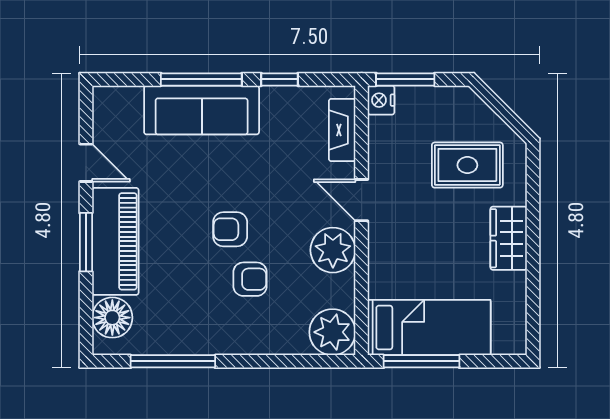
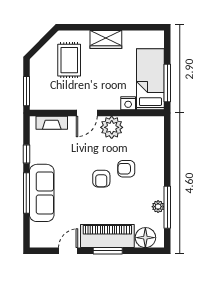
nightstand: (381, 100) -> (128, 103), moved
armchair: (250, 279) -> (126, 169), turned -90
plant: (332, 332) -> (158, 207), moved, width x0.53, depth x0.53

